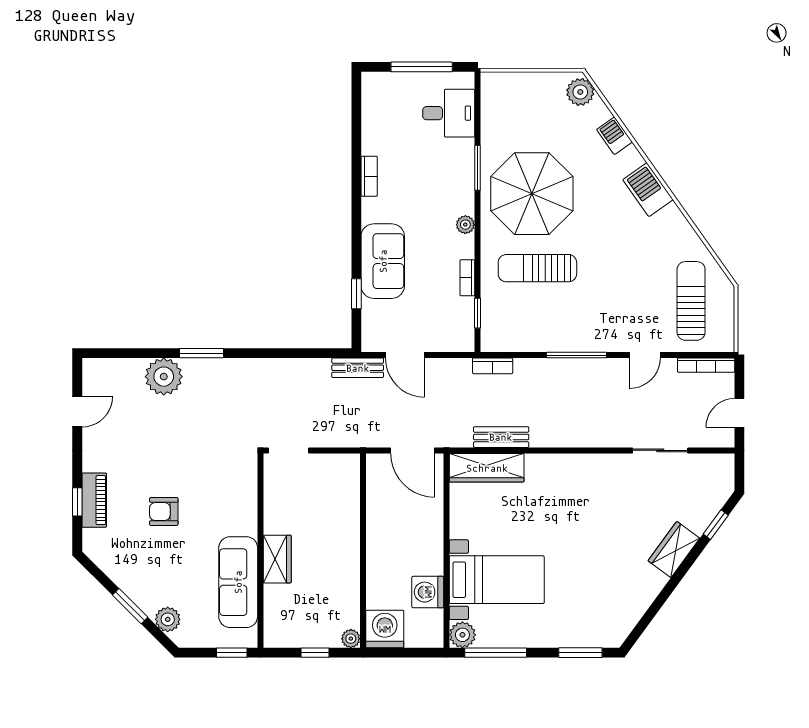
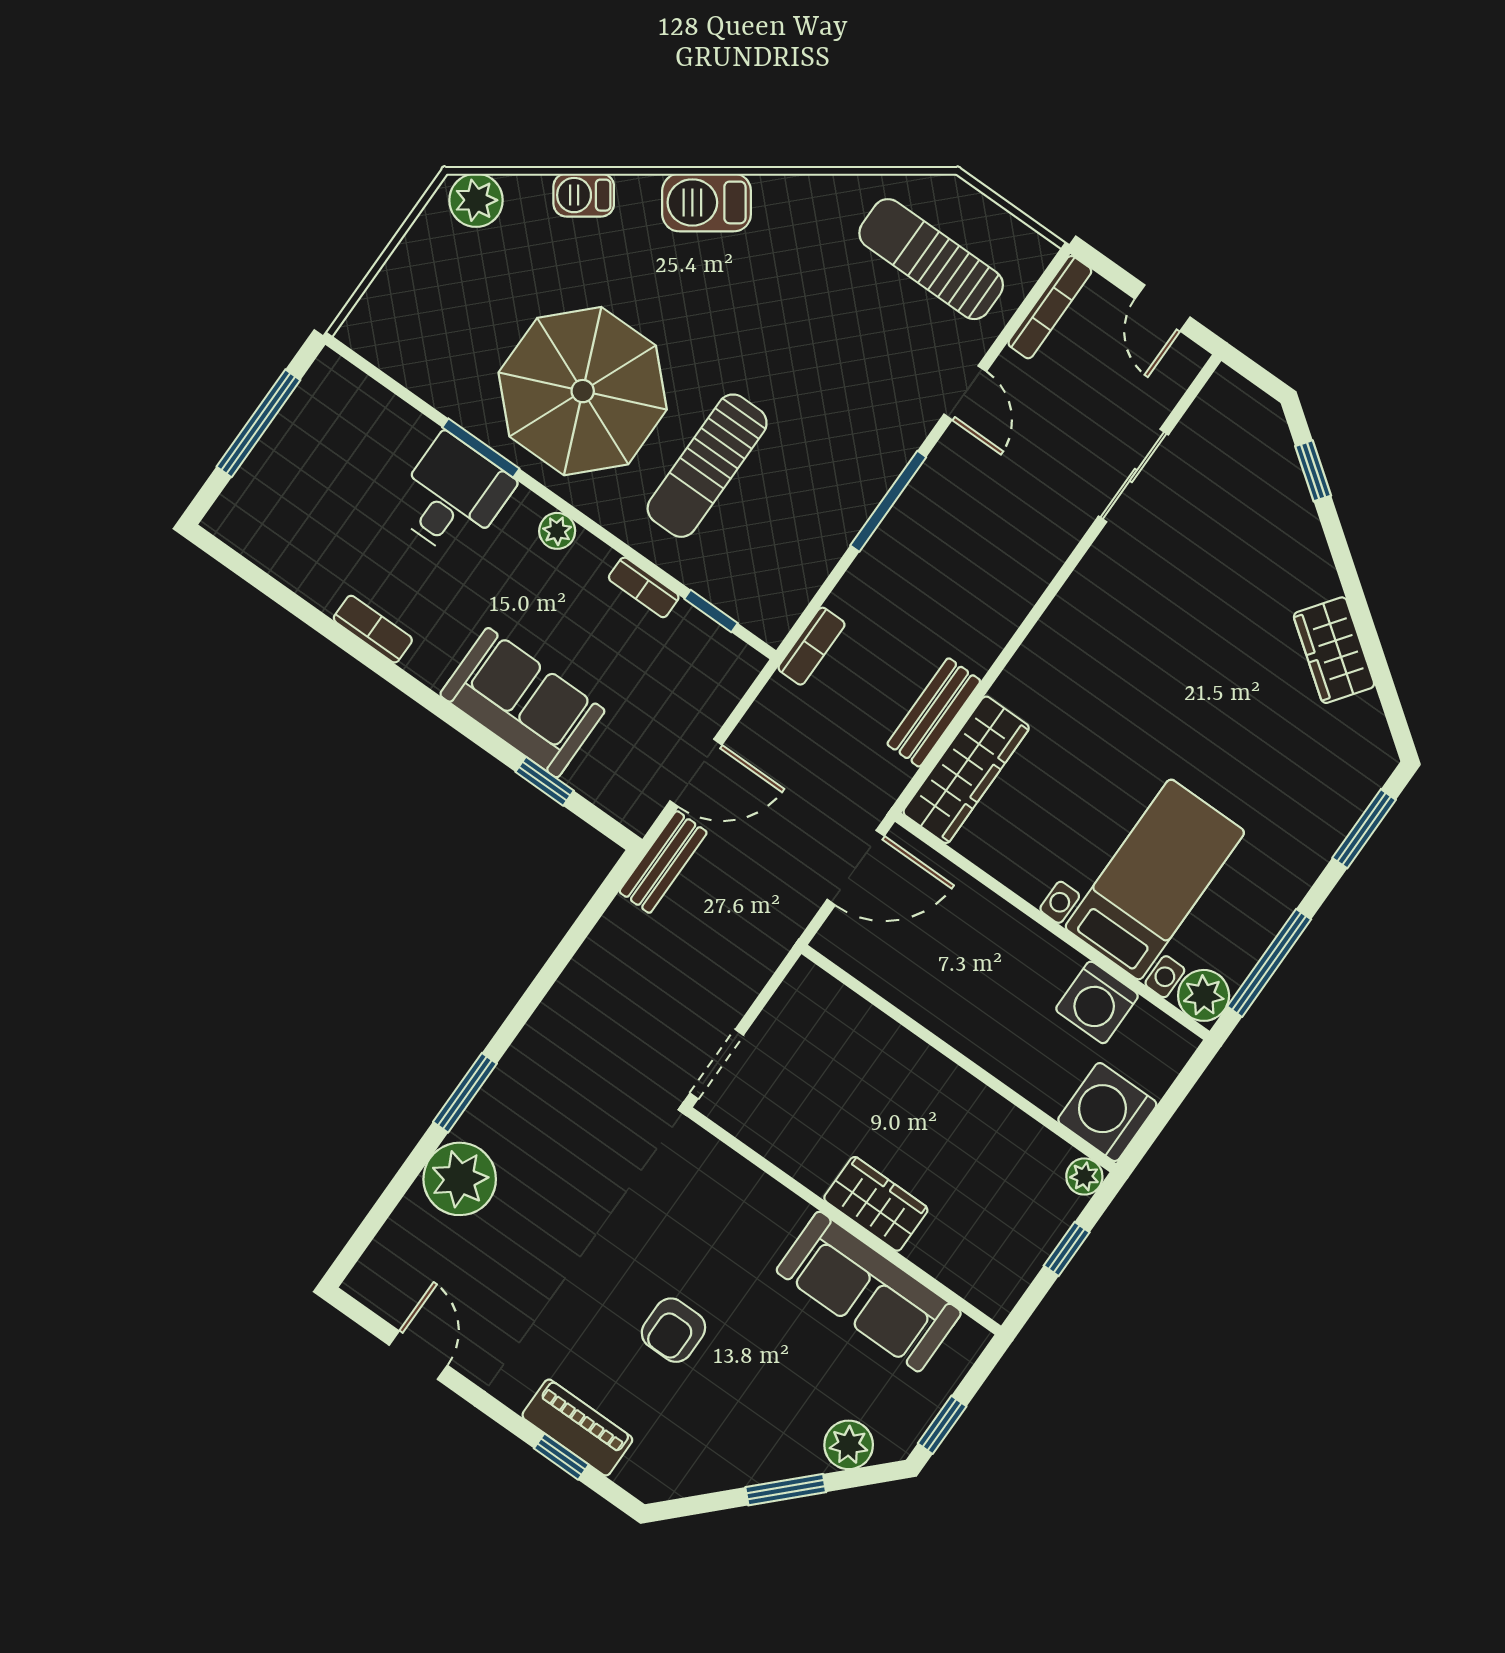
desk: (449, 113) -> (452, 496), moved
wardrobe: (674, 549) -> (1334, 650), moved
window: (232, 653) -> (942, 1425), moved

